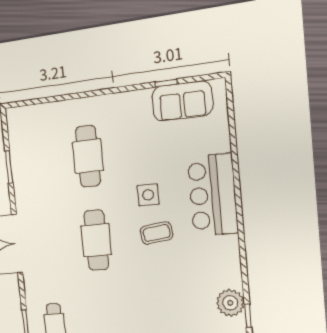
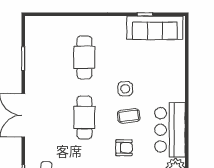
sofa: (182, 101) -> (155, 28), width x1.36
bar counter: (213, 195) -> (170, 130), moved
armchair: (154, 279) -> (124, 148), added

